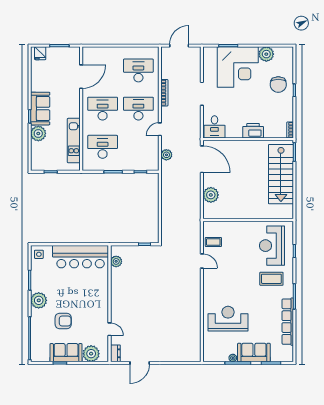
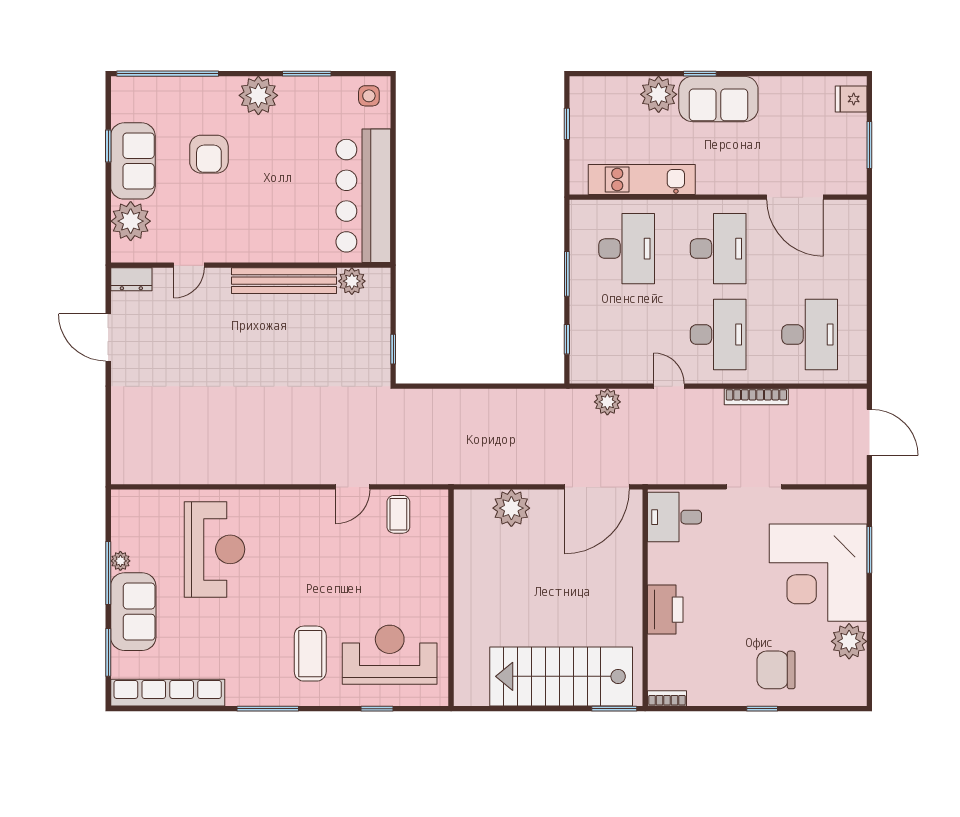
bench: (116, 290) -> (284, 281), added
row of seats: (288, 322) -> (168, 693), moved

